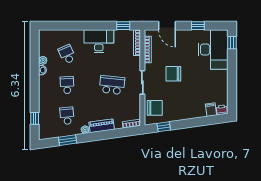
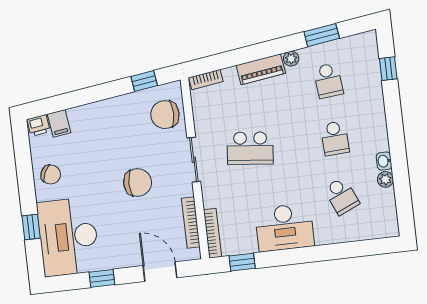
window: (232, 43) -> (31, 227), moved
chair: (219, 83) -> (51, 174), added

